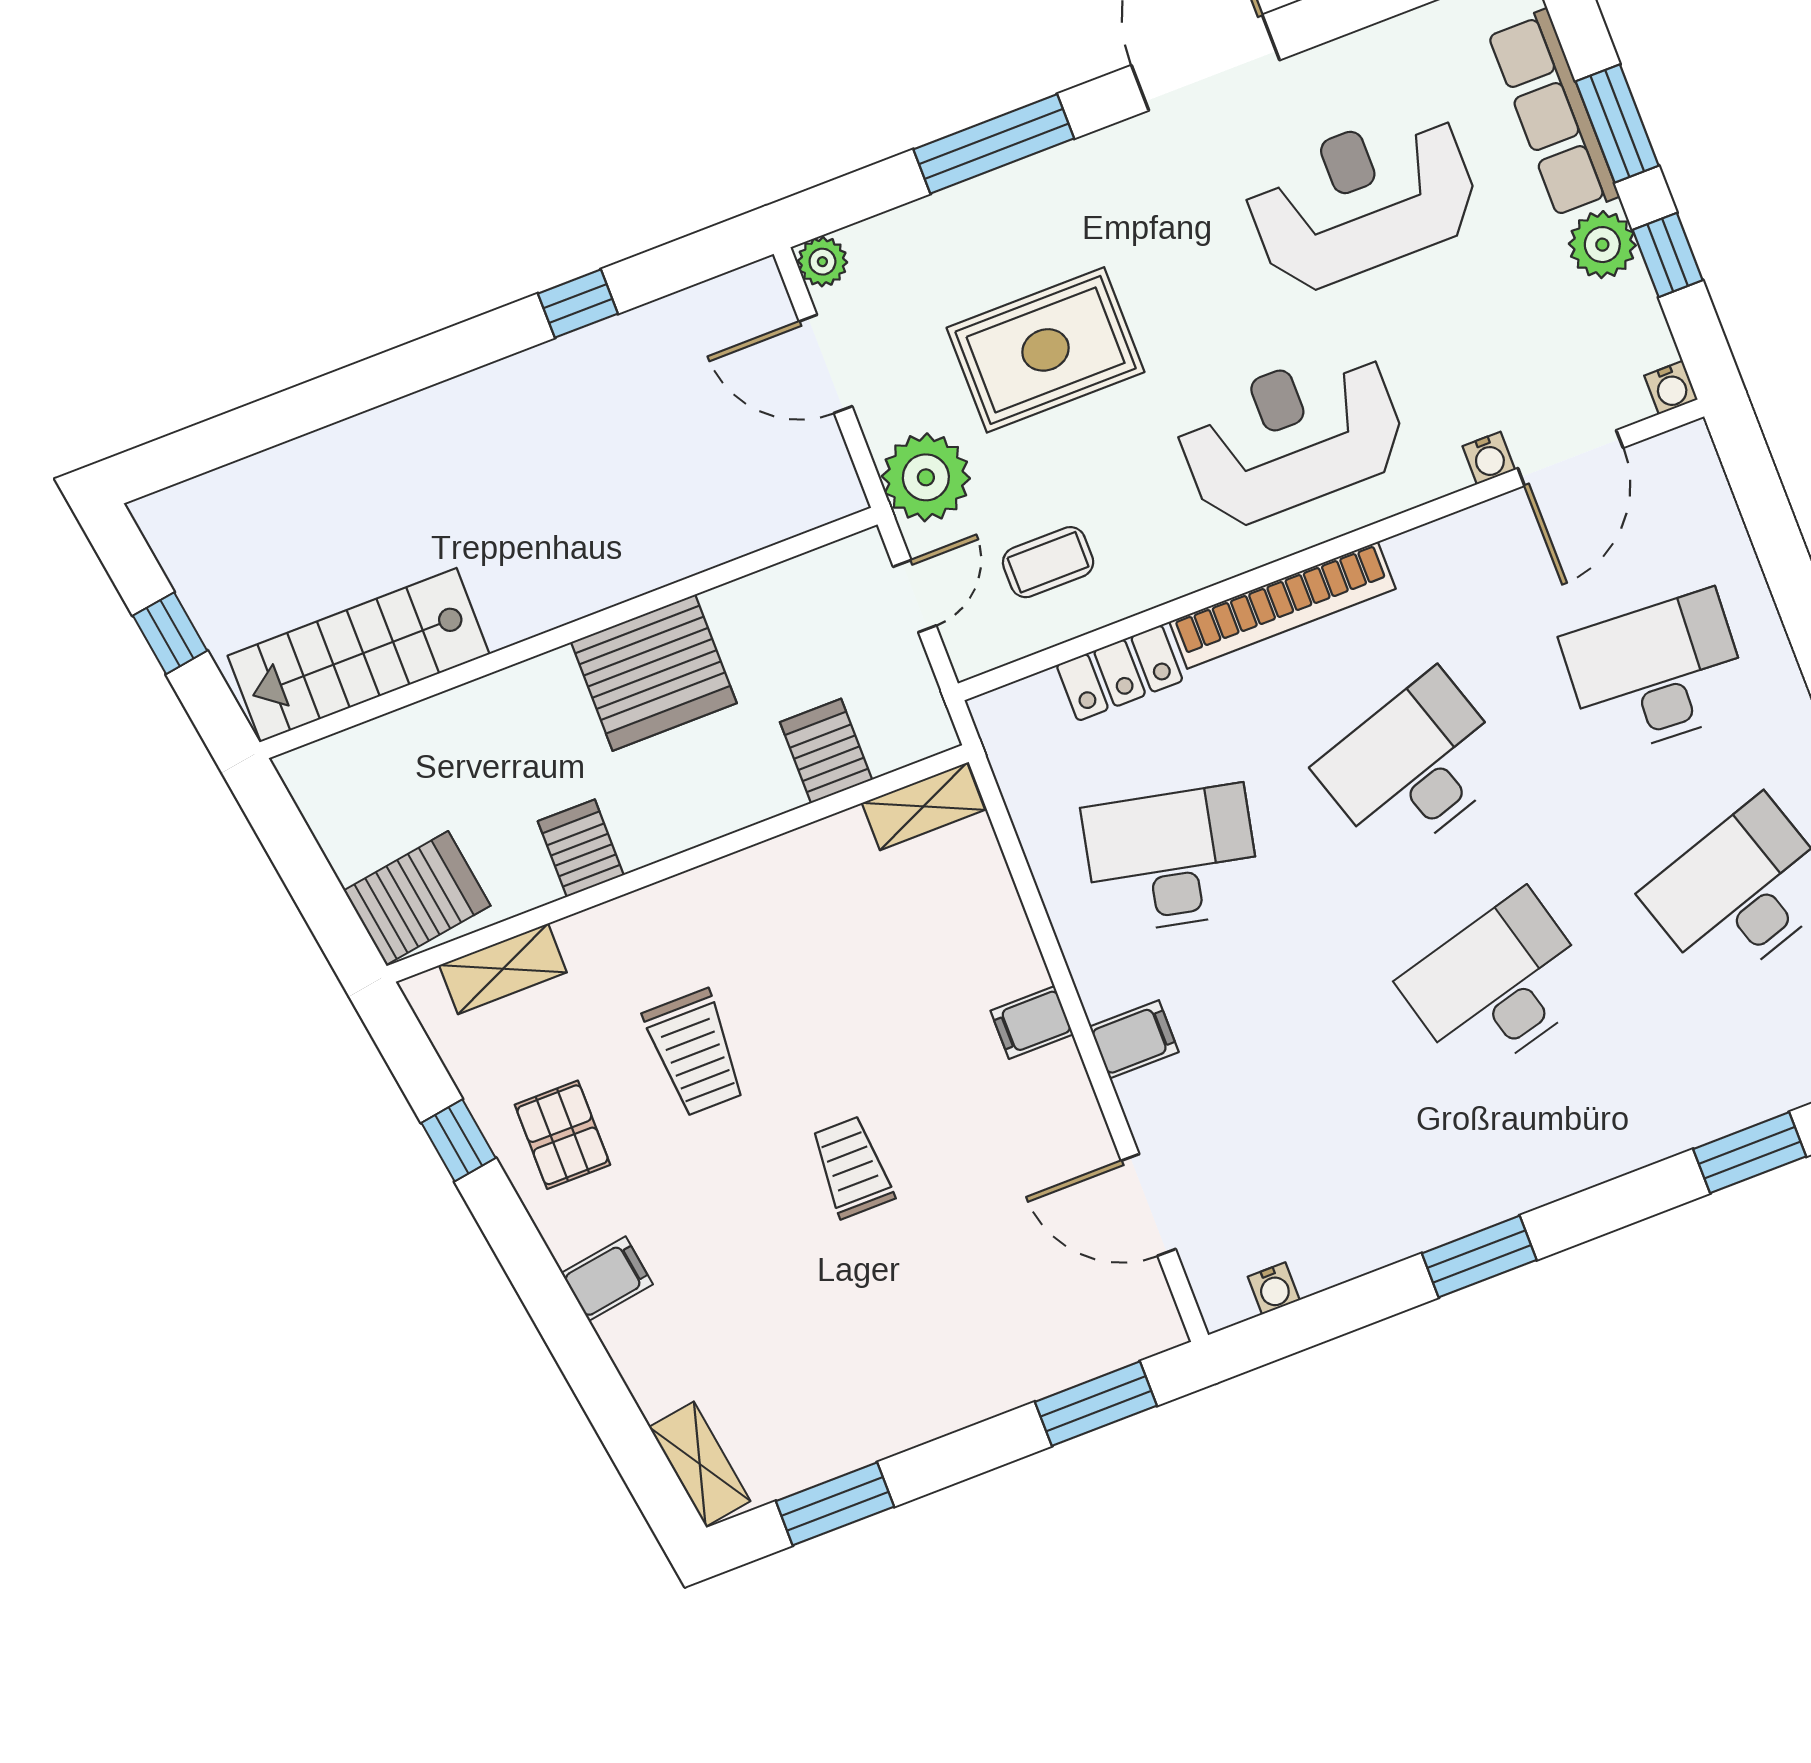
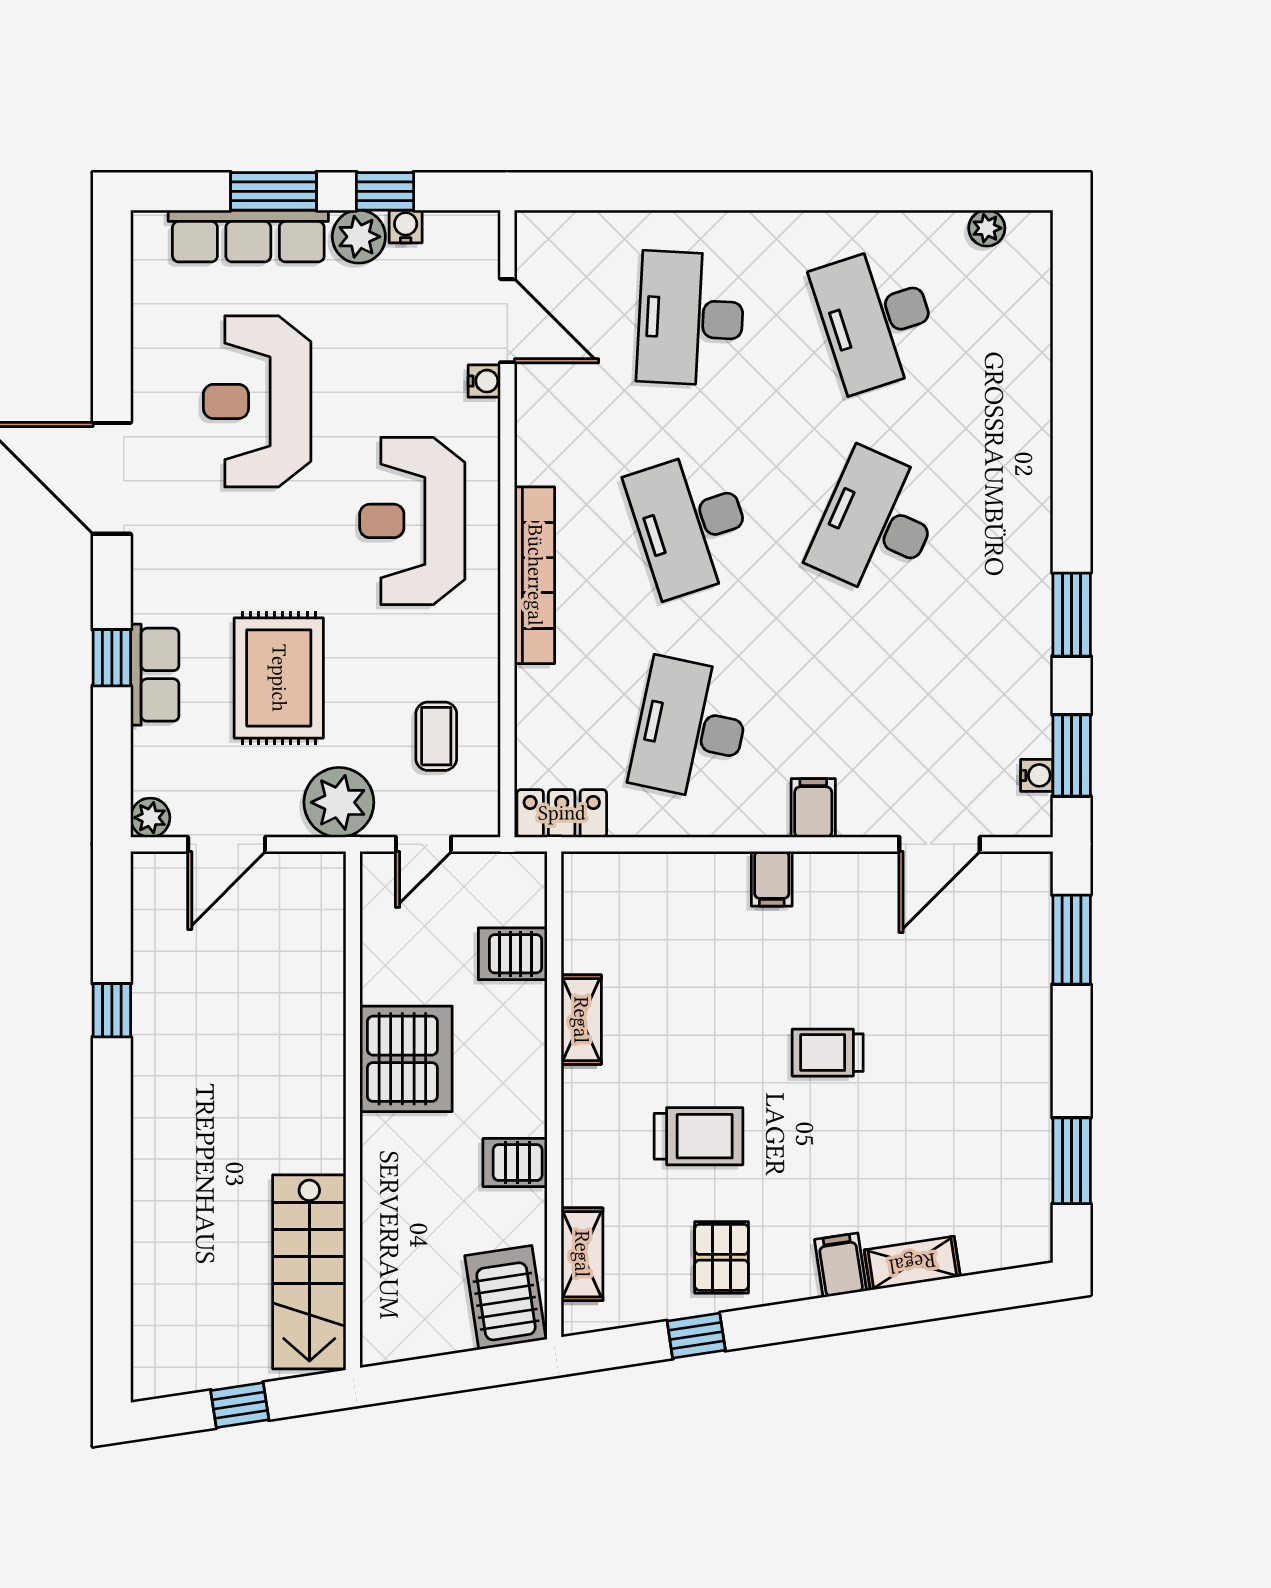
window: (994, 144) -> (112, 658), width x0.46
row of seats: (993, 202) -> (155, 675), added
water cooler: (1671, 388) -> (406, 227), moved, turned -90
door: (915, 596) -> (423, 844), swing flipped
locker: (1120, 673) -> (562, 813), moved, turned -90
shelving: (923, 806) -> (581, 1020), moved
desk: (1498, 985) -> (876, 524), turned 39
pallet: (562, 1135) -> (722, 1257), turned 90
window: (1750, 1153) -> (1072, 755), moved
shelving: (700, 1464) -> (912, 1263), moved

